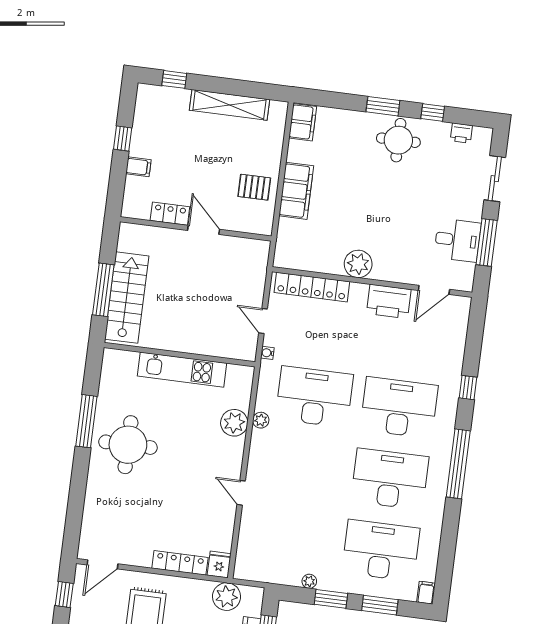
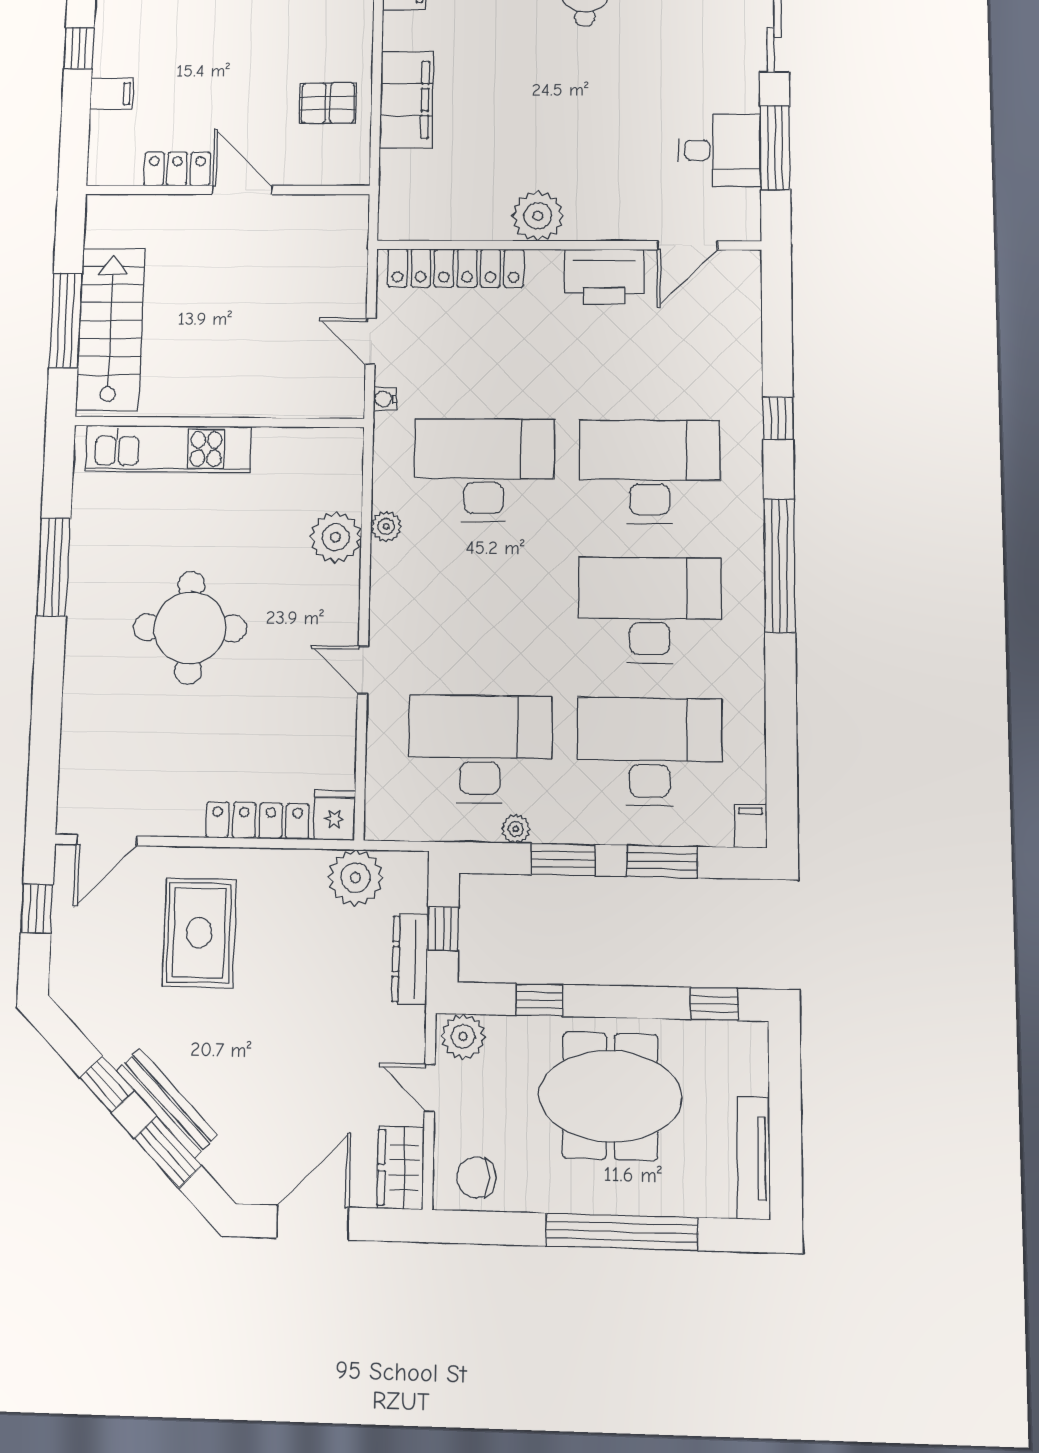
kitchen unit: (182, 370) -> (168, 449), moved
round table: (128, 445) -> (190, 628), moved
desk: (296, 540) -> (480, 749), added

